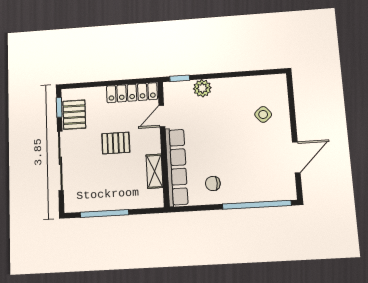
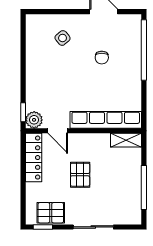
plant: (202, 88) -> (34, 120), moved
sliding door: (60, 161) -> (93, 227), width x0.73
shelving: (154, 171) -> (126, 140), moved
chair: (213, 184) -> (102, 58), moved

